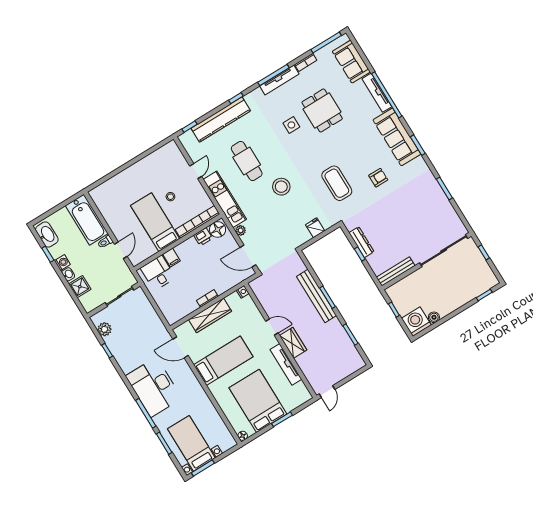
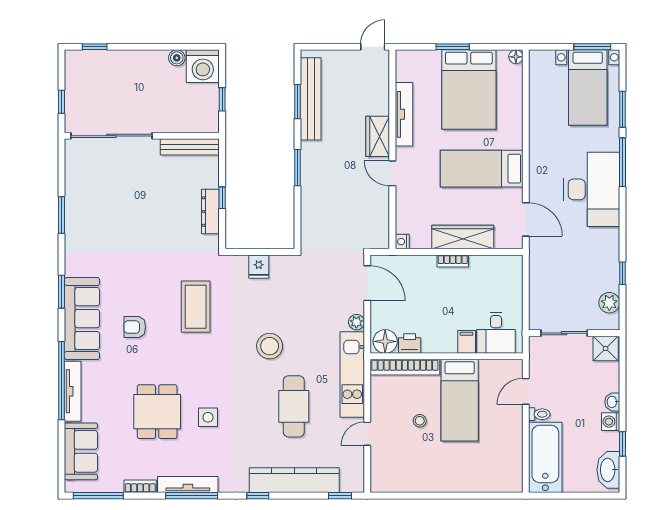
armchair: (378, 178) -> (135, 327), moved
shower: (80, 287) -> (606, 348), moved
bench: (316, 296) -> (311, 99), moved

